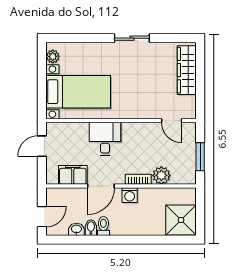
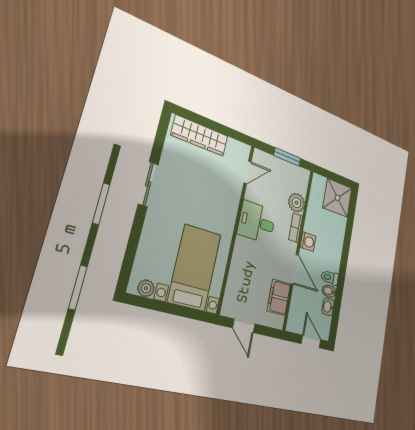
desk: (105, 139) -> (257, 222), moved

